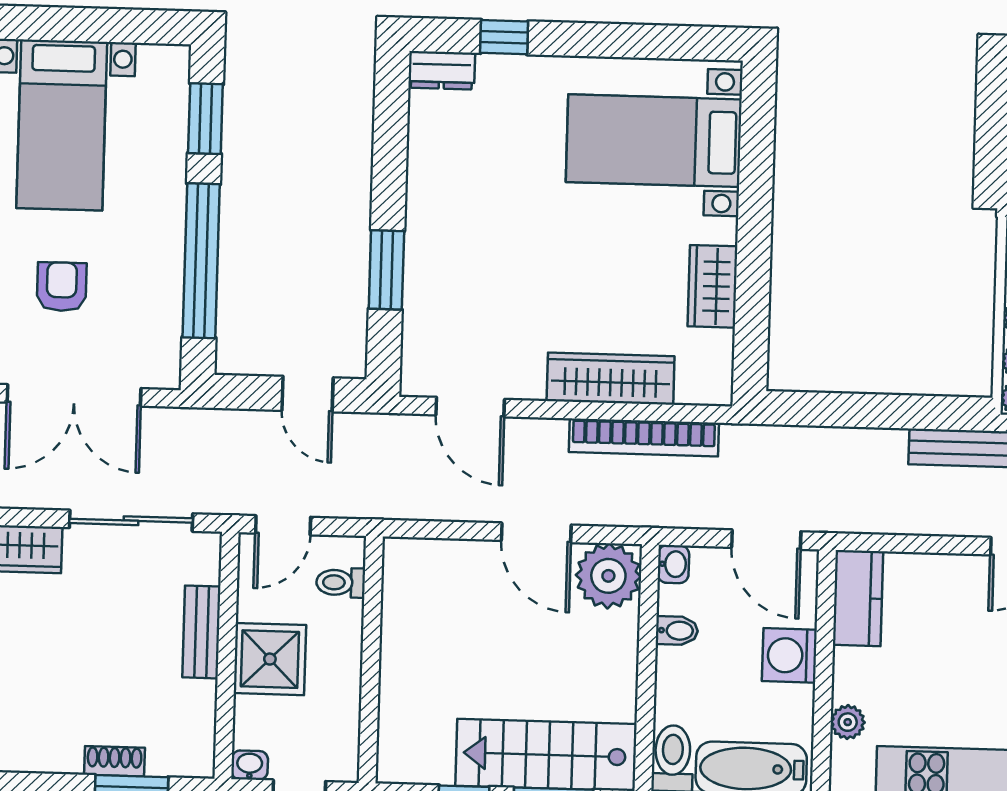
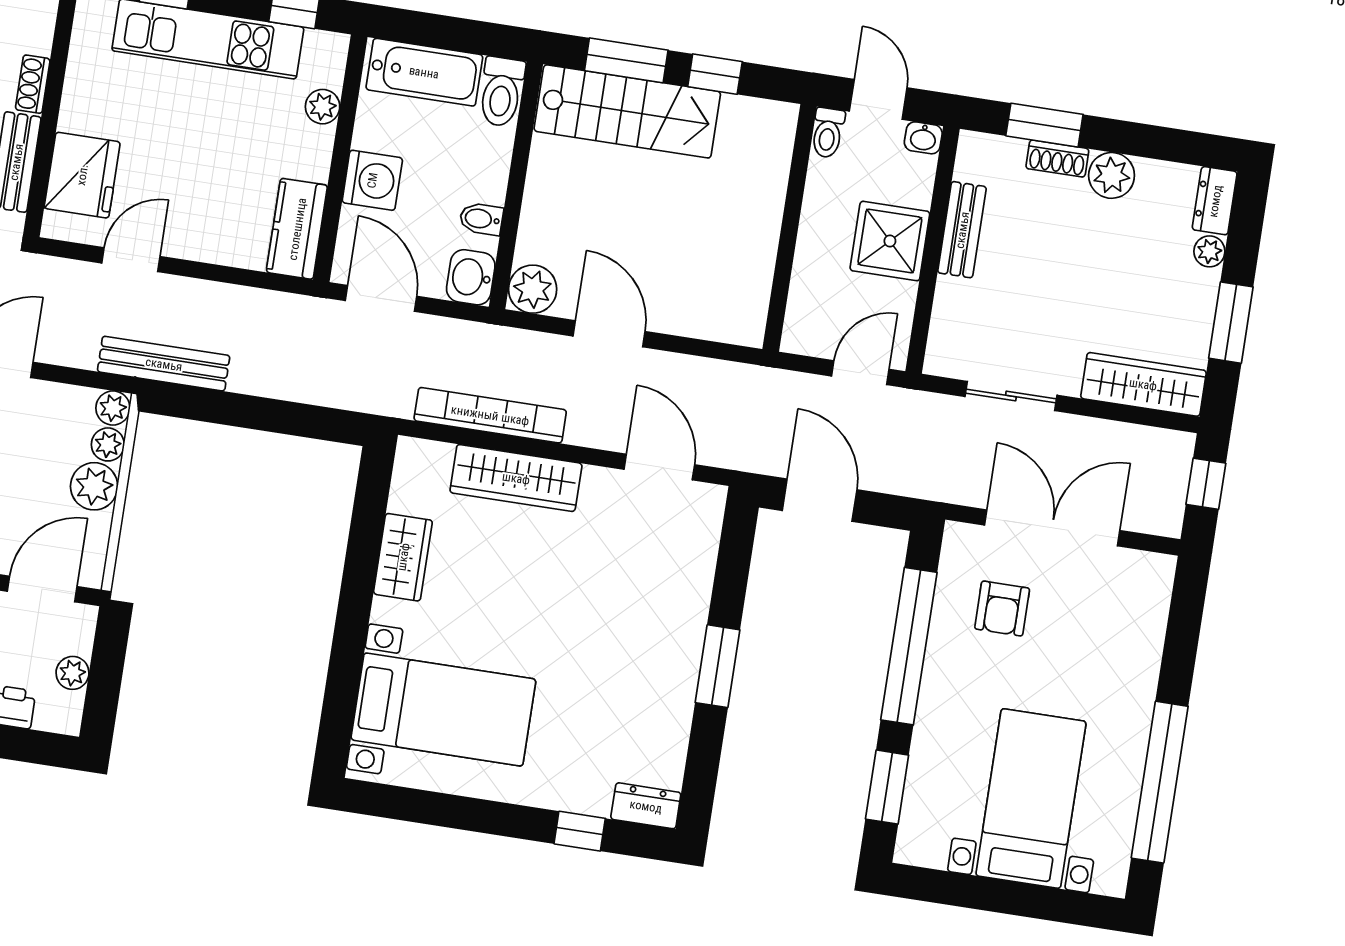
window: (386, 270) -> (718, 666), moved
armchair: (62, 287) -> (1002, 609), moved
door: (308, 394) -> (820, 500), width x1.38
sliding door: (131, 521) -> (1011, 396), width x0.73
washbasin: (673, 564) -> (471, 277), width x1.38, depth x1.45
plant: (608, 576) -> (533, 289), width x0.73, depth x0.73
toilet: (341, 583) -> (828, 133), moved, turned 90
bench: (201, 632) -> (962, 230), moved
plant: (59, 751) -> (1112, 175), added

